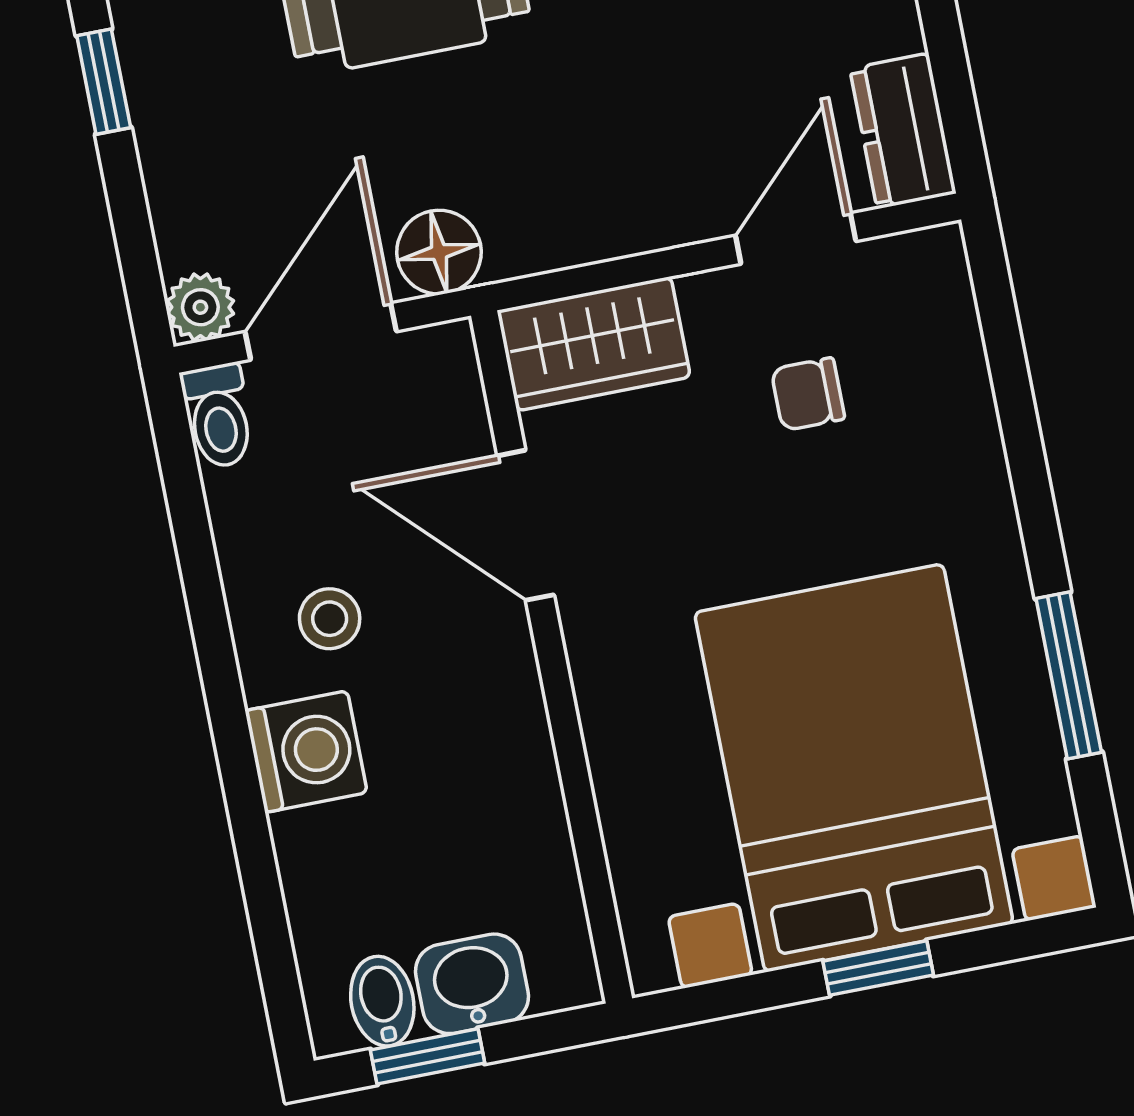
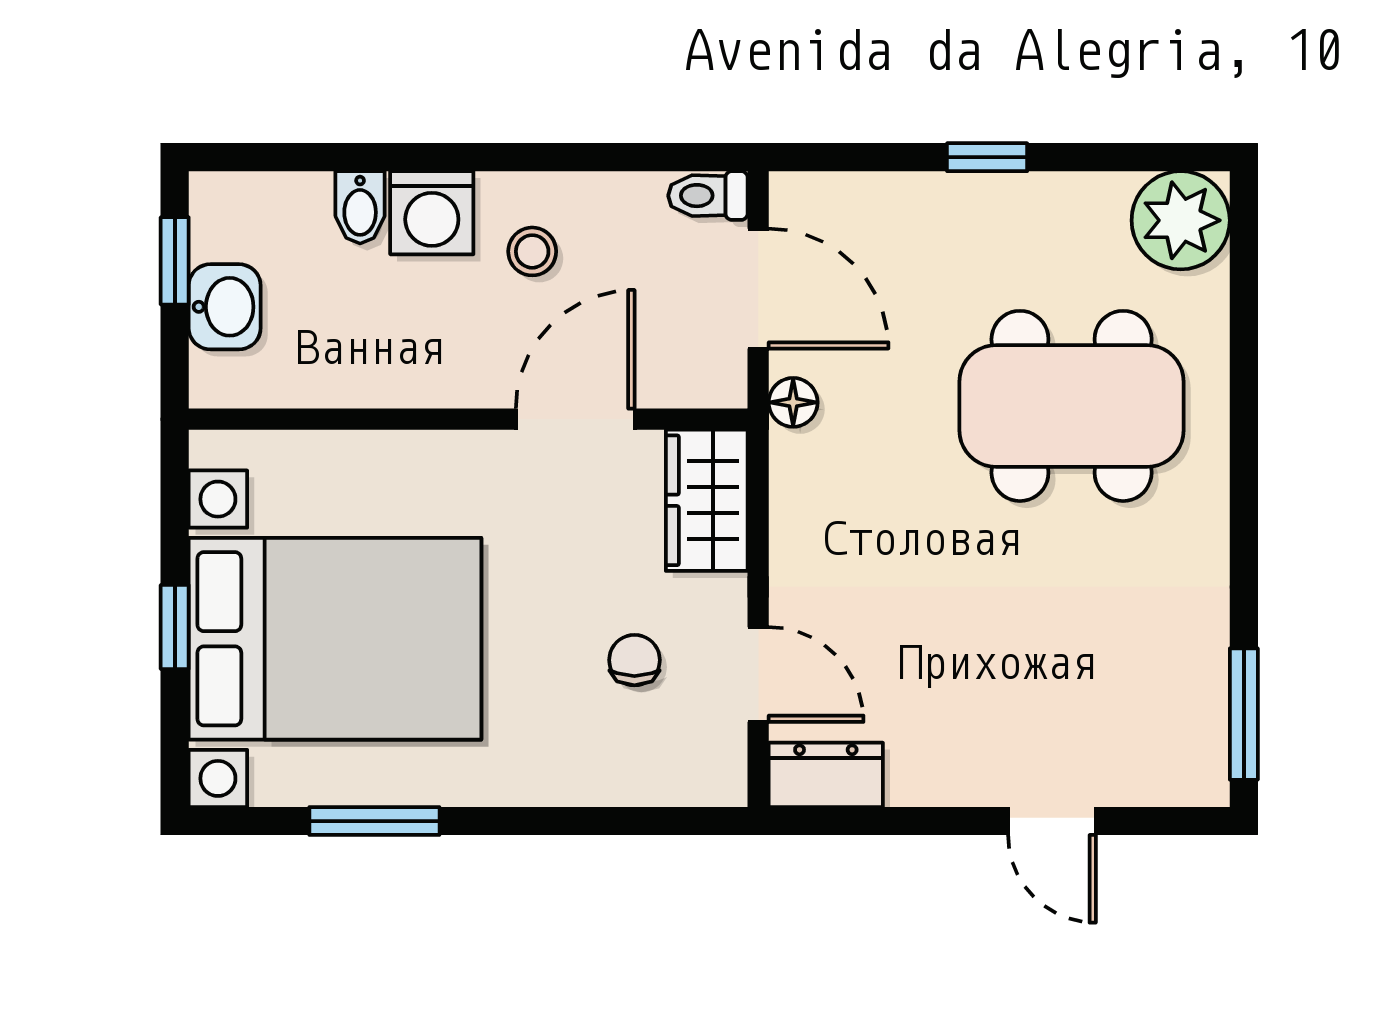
floor lamp: (439, 252) -> (793, 402), width x0.73, depth x0.73
plant: (200, 307) -> (796, 198), removed
bidet: (382, 1001) -> (360, 207), moved, turned 90

